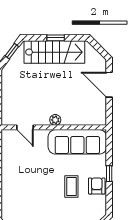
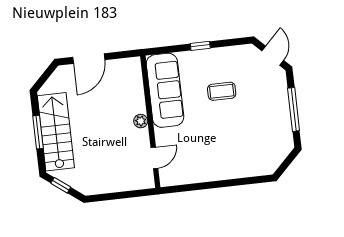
window: (56, 38) -> (38, 132), width x1.50
armchair: (97, 186) -> (218, 60), removed

